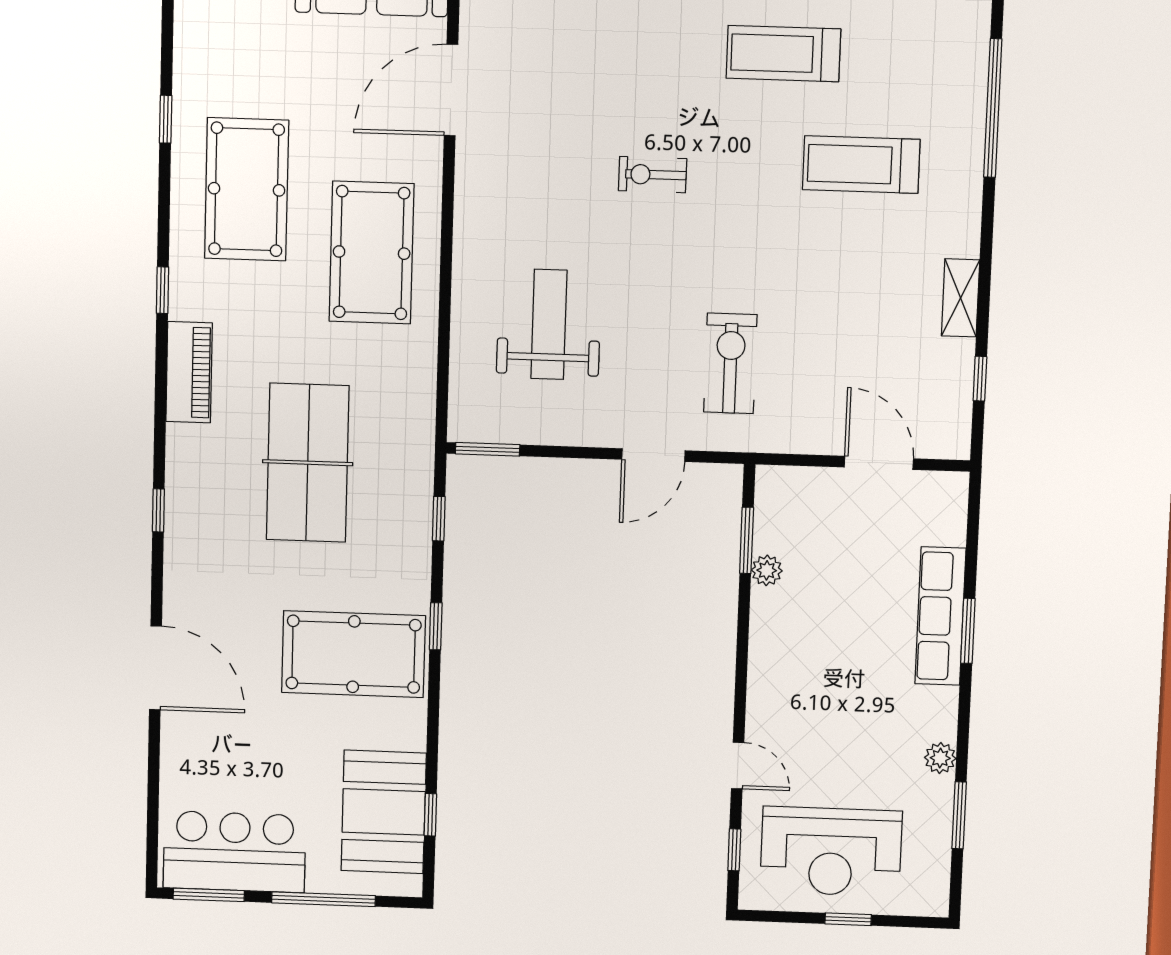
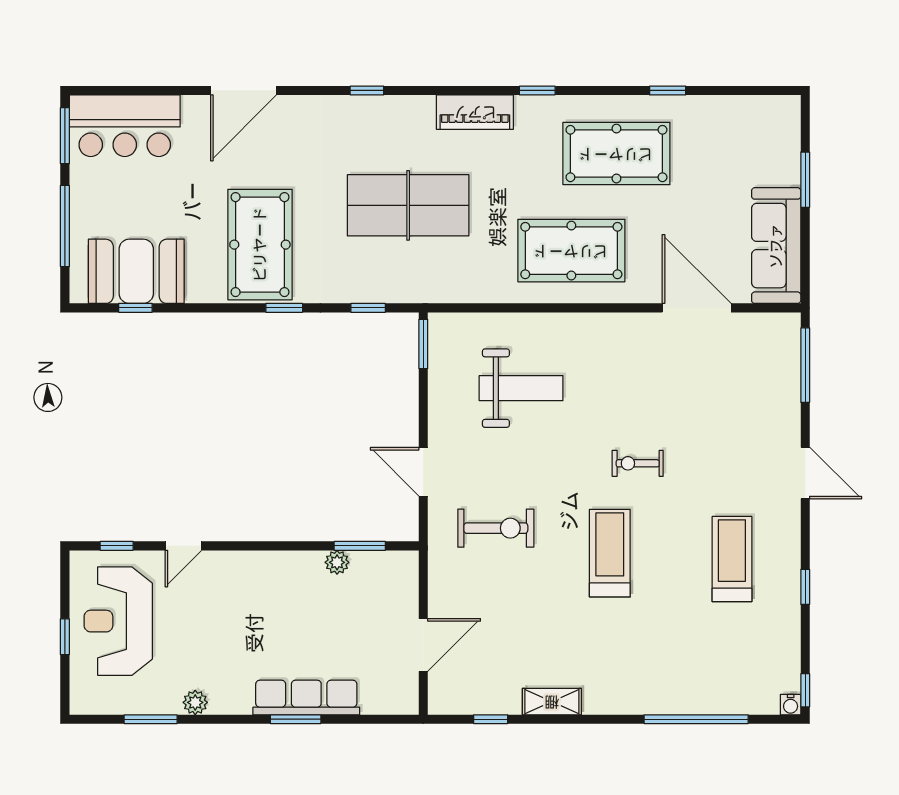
treadmill: (861, 165) -> (610, 553), moved
exercise bike: (653, 175) -> (638, 463), turned -90
bar counter: (234, 852) -> (125, 126), moved, turned 90

